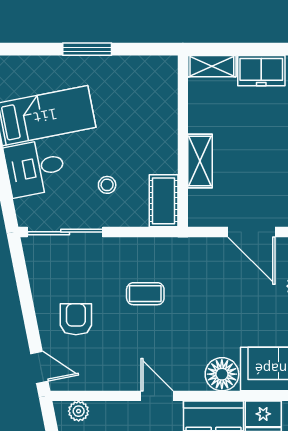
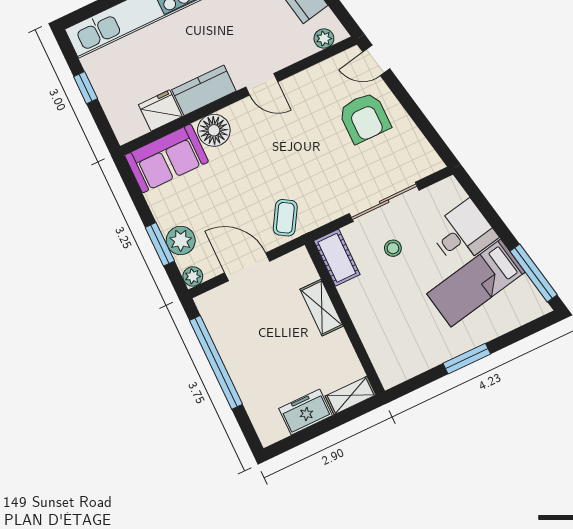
sliding door: (65, 232) -> (384, 202), moved
coffee table: (145, 294) -> (285, 218), moved, turned -59
armchair: (76, 319) -> (364, 118), width x1.38, depth x1.38

